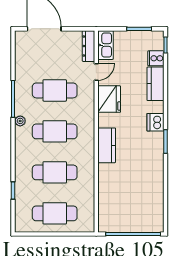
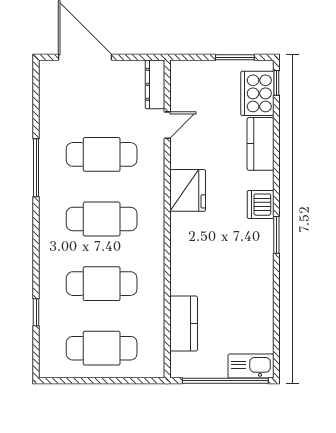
kitchen sink: (106, 45) -> (251, 366), moved, turned -90
cooker: (156, 58) -> (257, 93), width x1.87, depth x1.31
fridge: (109, 99) -> (188, 190), moved
plant: (20, 121) -> (47, 203), removed
kitchen counter: (107, 145) -> (184, 324), moved

